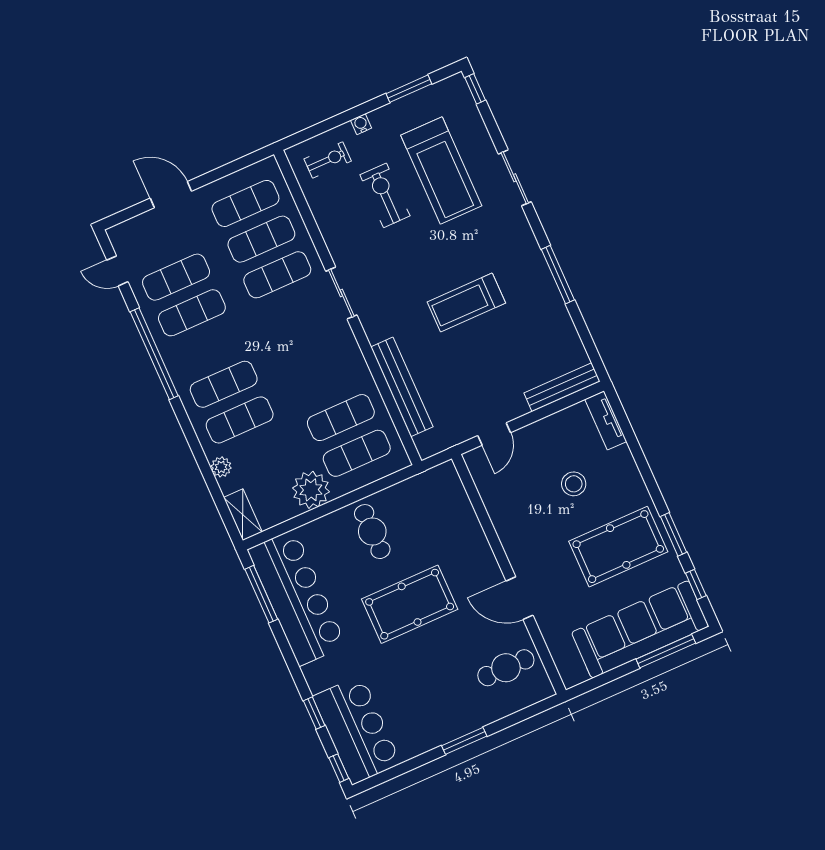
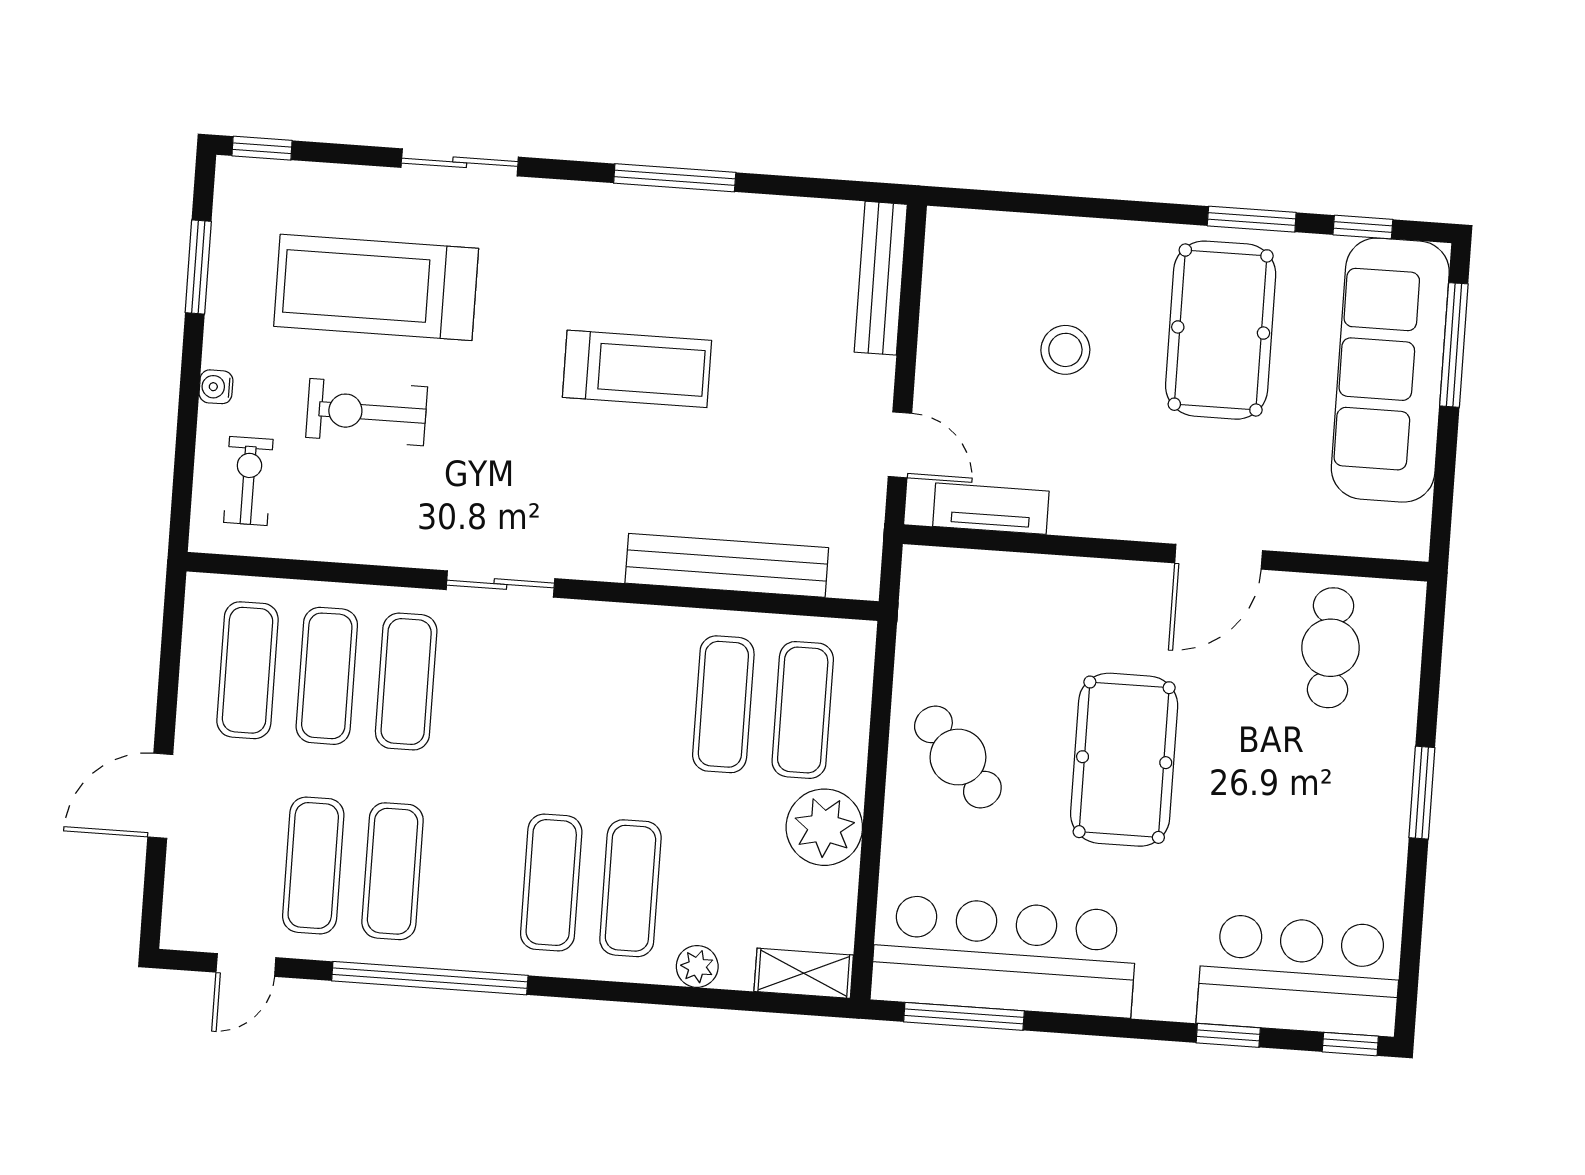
treadmill: (441, 171) -> (376, 287), turned 180
treadmill: (466, 303) -> (637, 369), turned -90
tv unit: (606, 420) -> (991, 509), moved, turned 180
cafe table: (372, 532) -> (958, 757), turned 49

